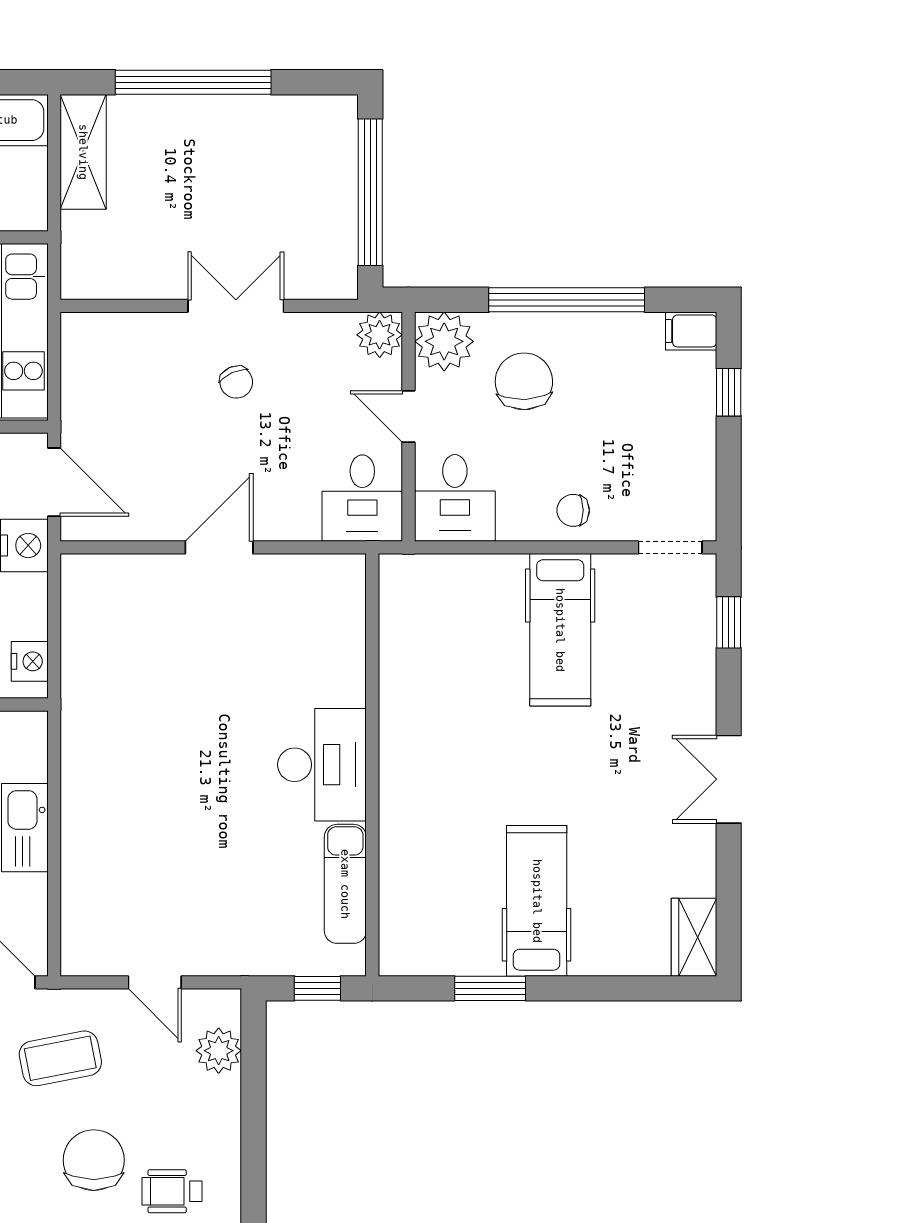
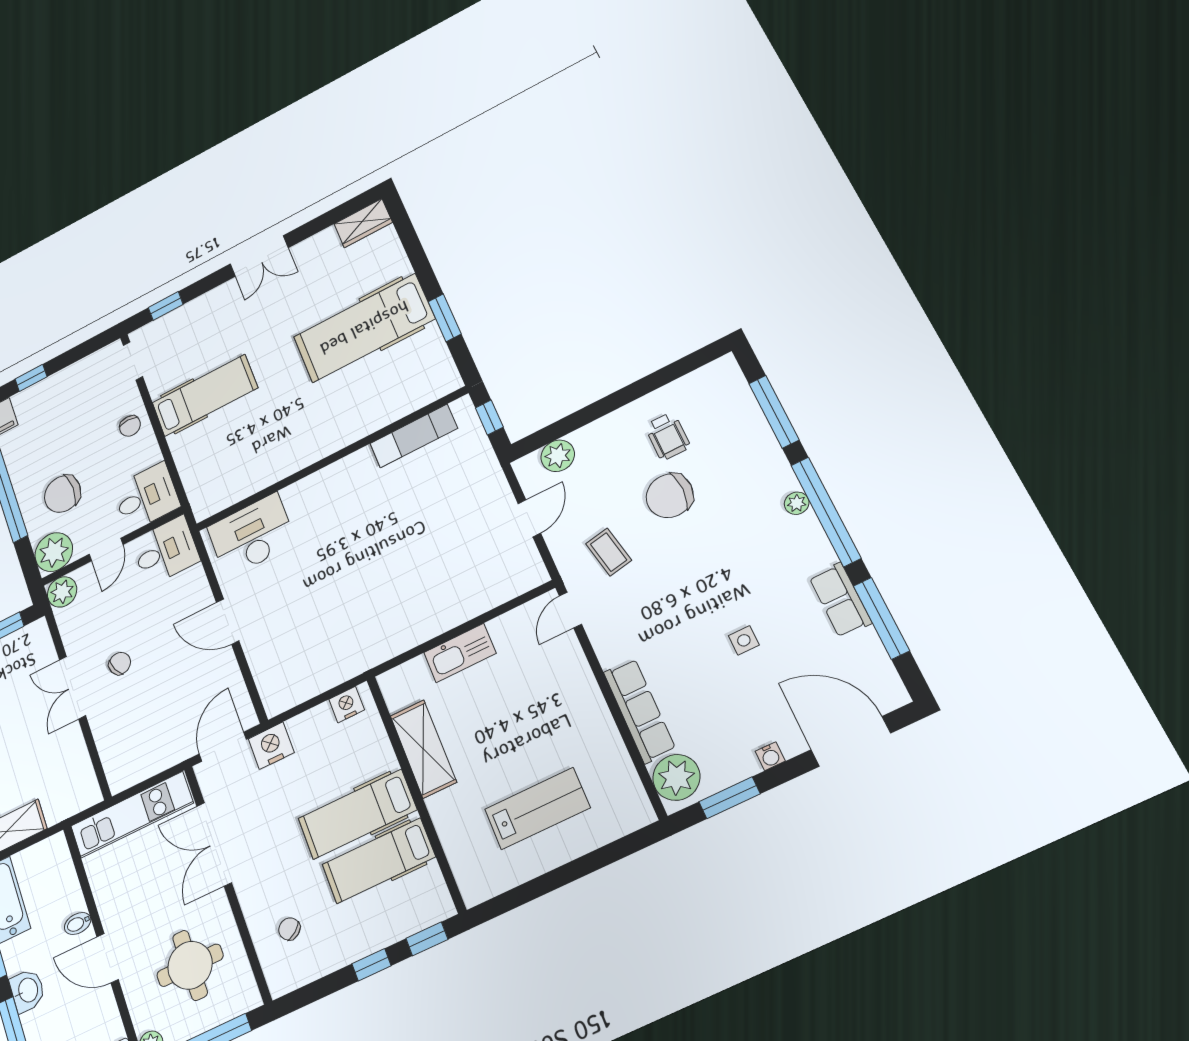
desk: (322, 765) -> (252, 535), moved
hospital bed: (537, 901) -> (364, 328), width x1.37, depth x1.29
coffee table: (60, 1058) -> (609, 552), width x0.73, depth x0.77

